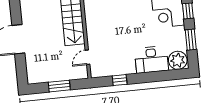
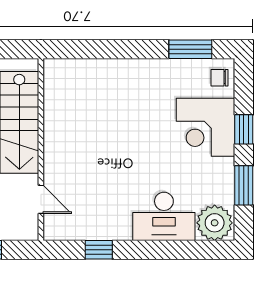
door: (87, 57) -> (41, 199), swing flipped

